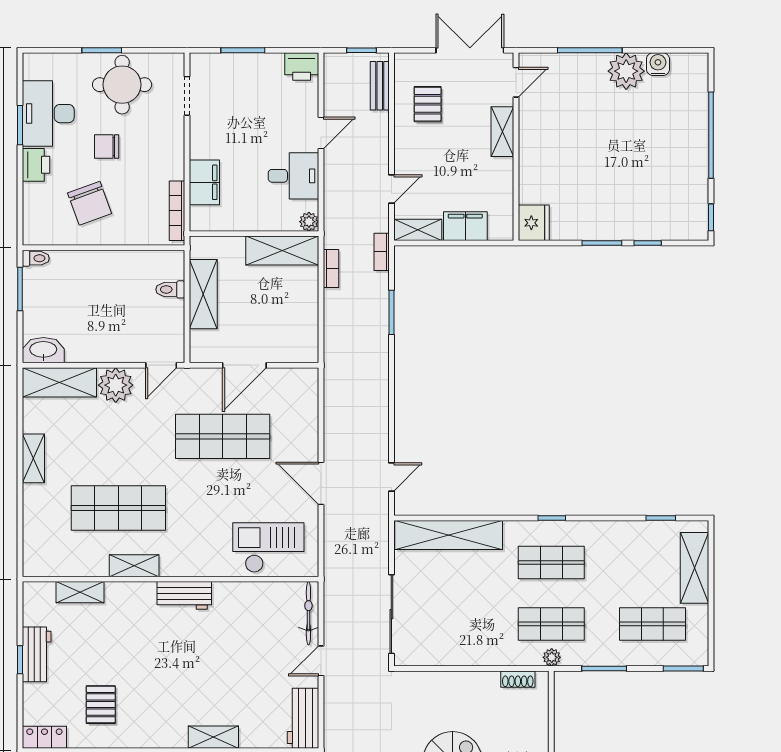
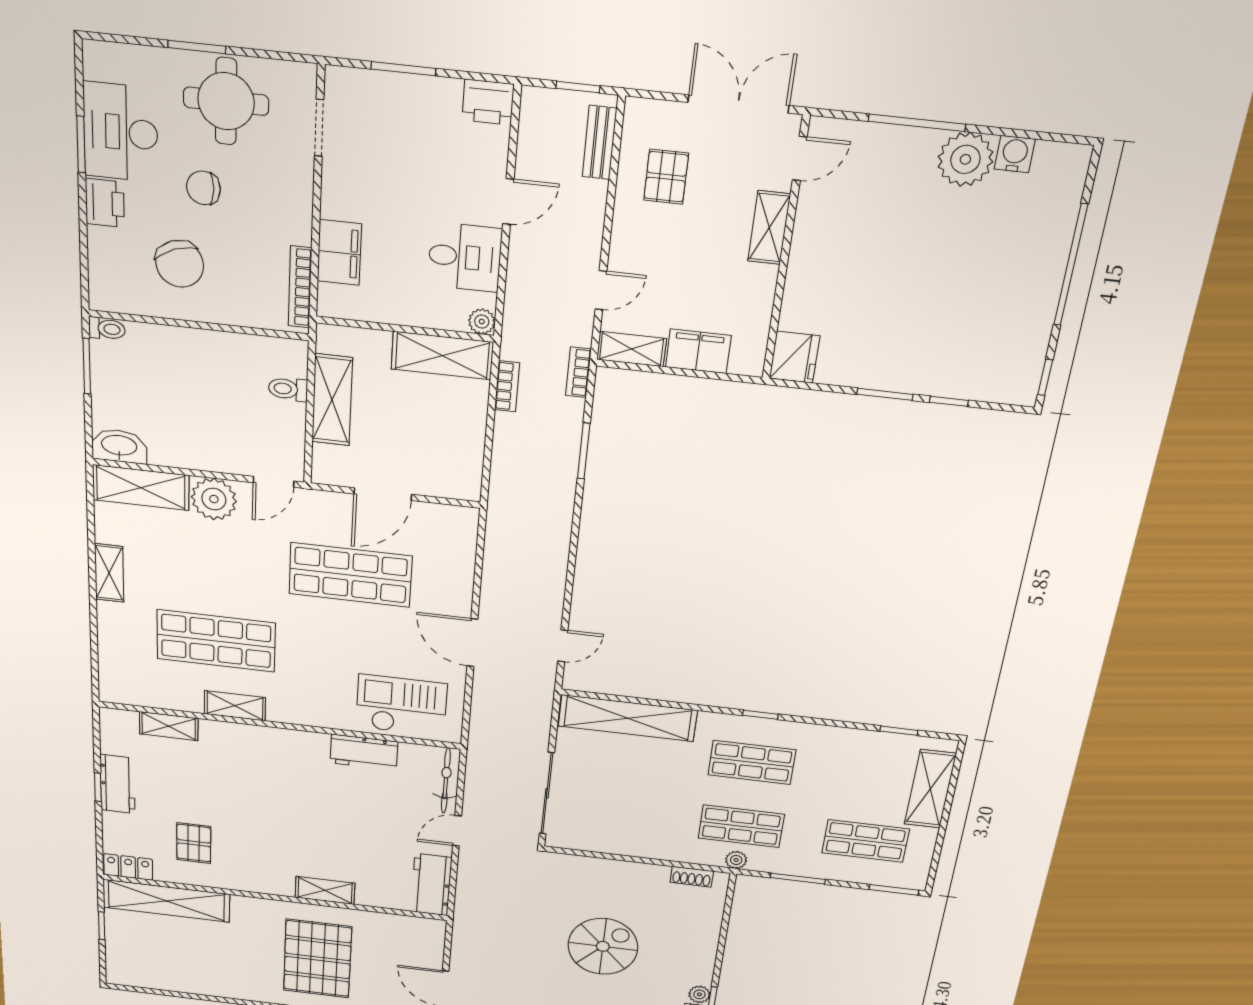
workbench: (184, 595) -> (364, 752), moved

